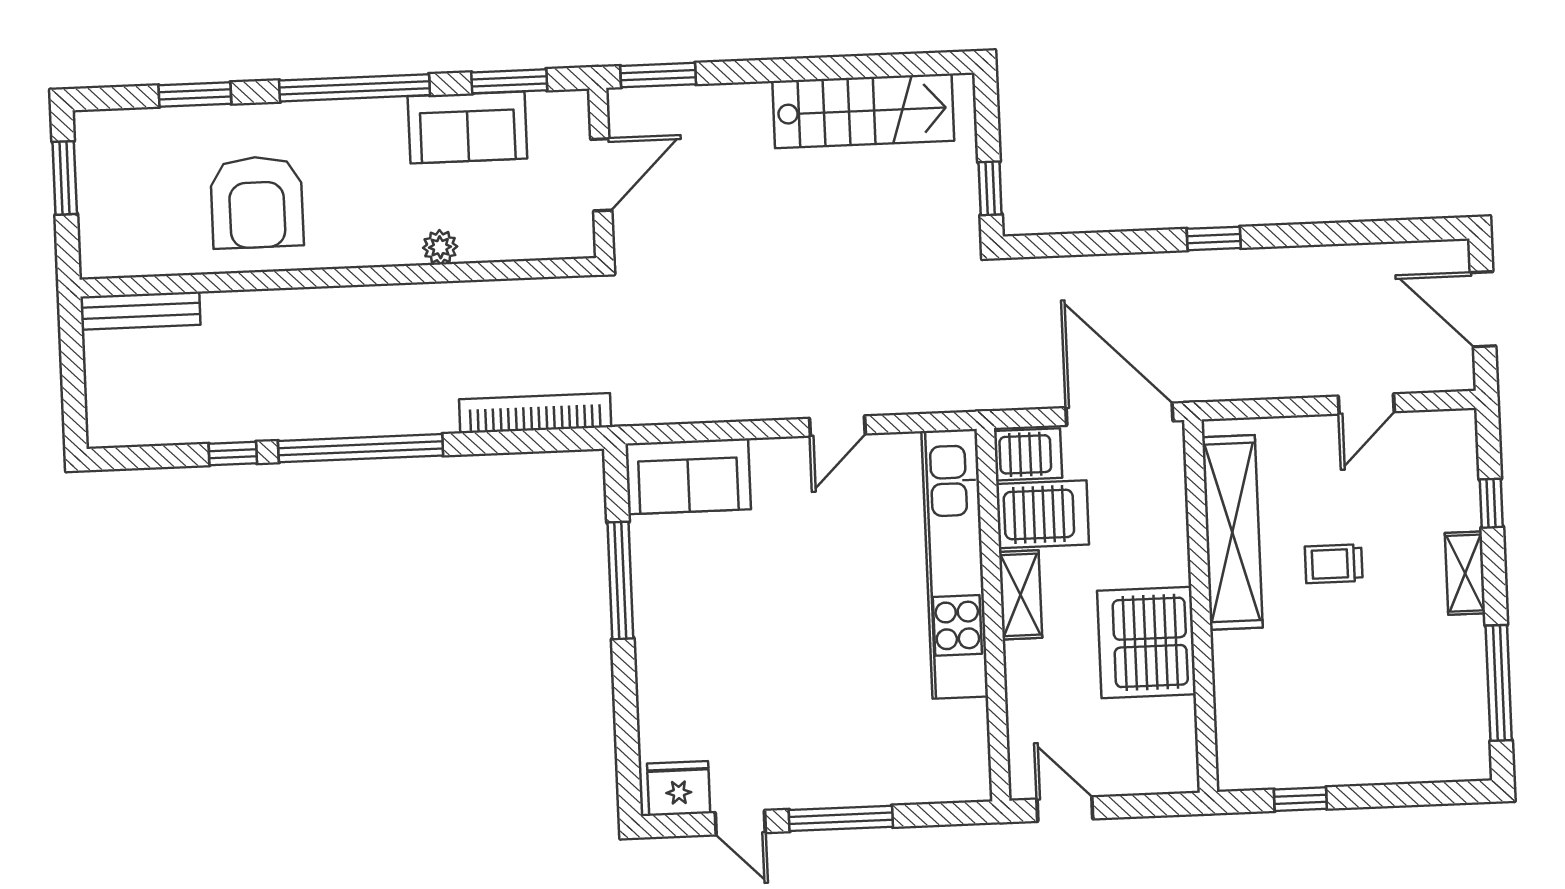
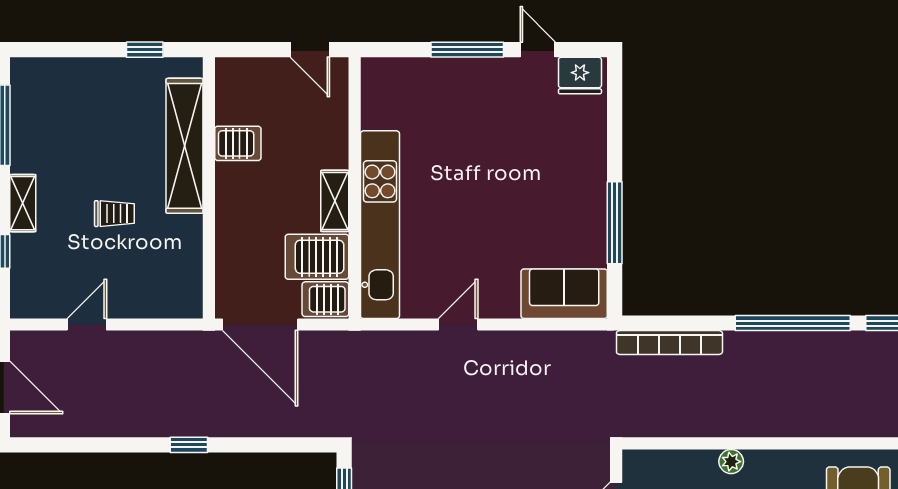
shelving: (1232, 532) -> (185, 146), moved
server rack: (1146, 643) -> (238, 143), width x0.46, depth x0.70

